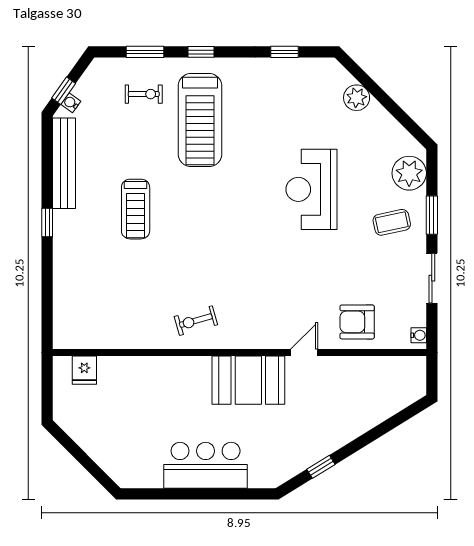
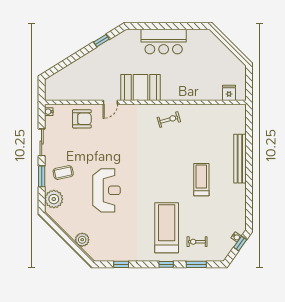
bench: (64, 163) -> (240, 159), moved
window: (47, 223) -> (249, 172), removed

